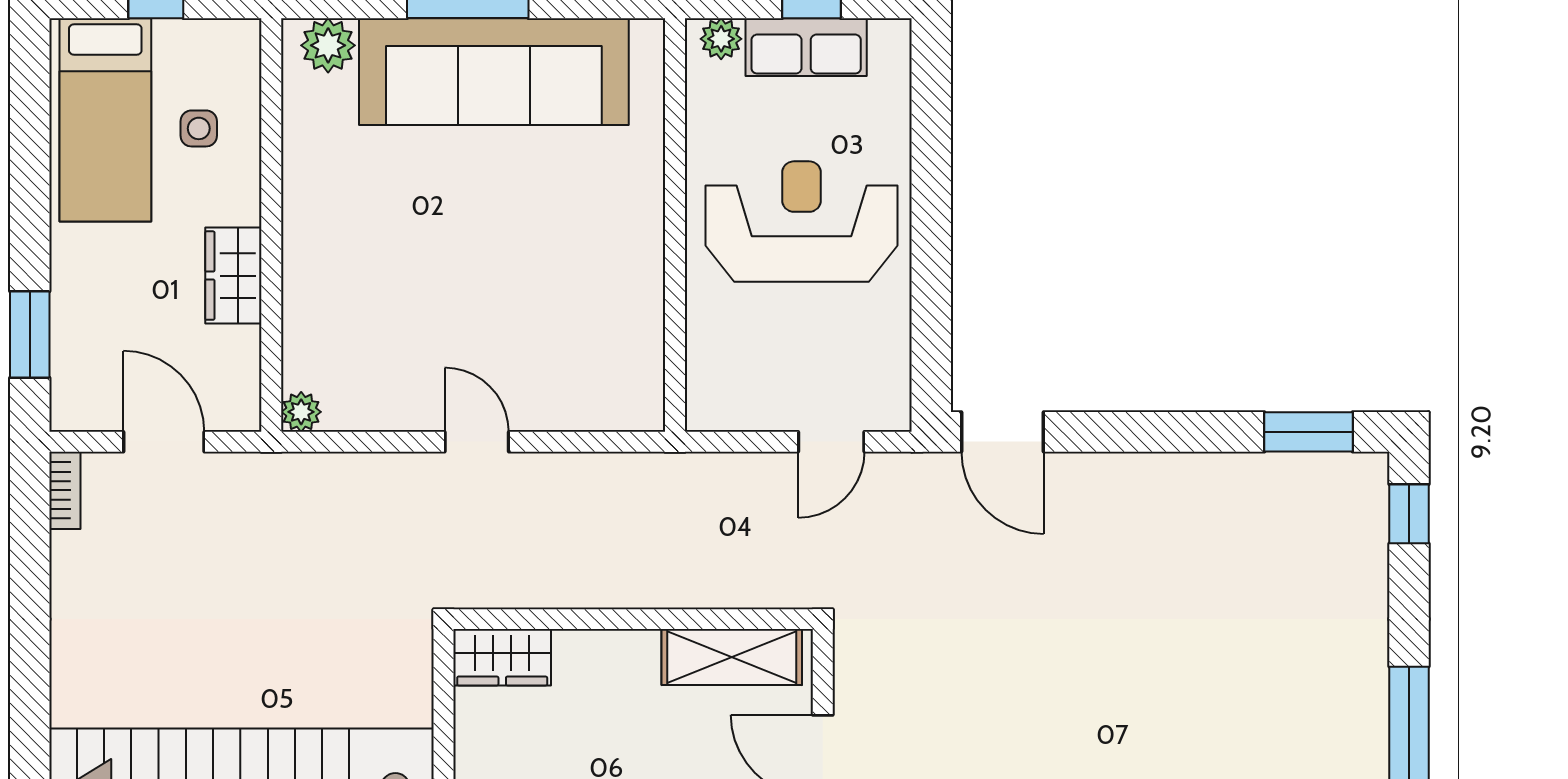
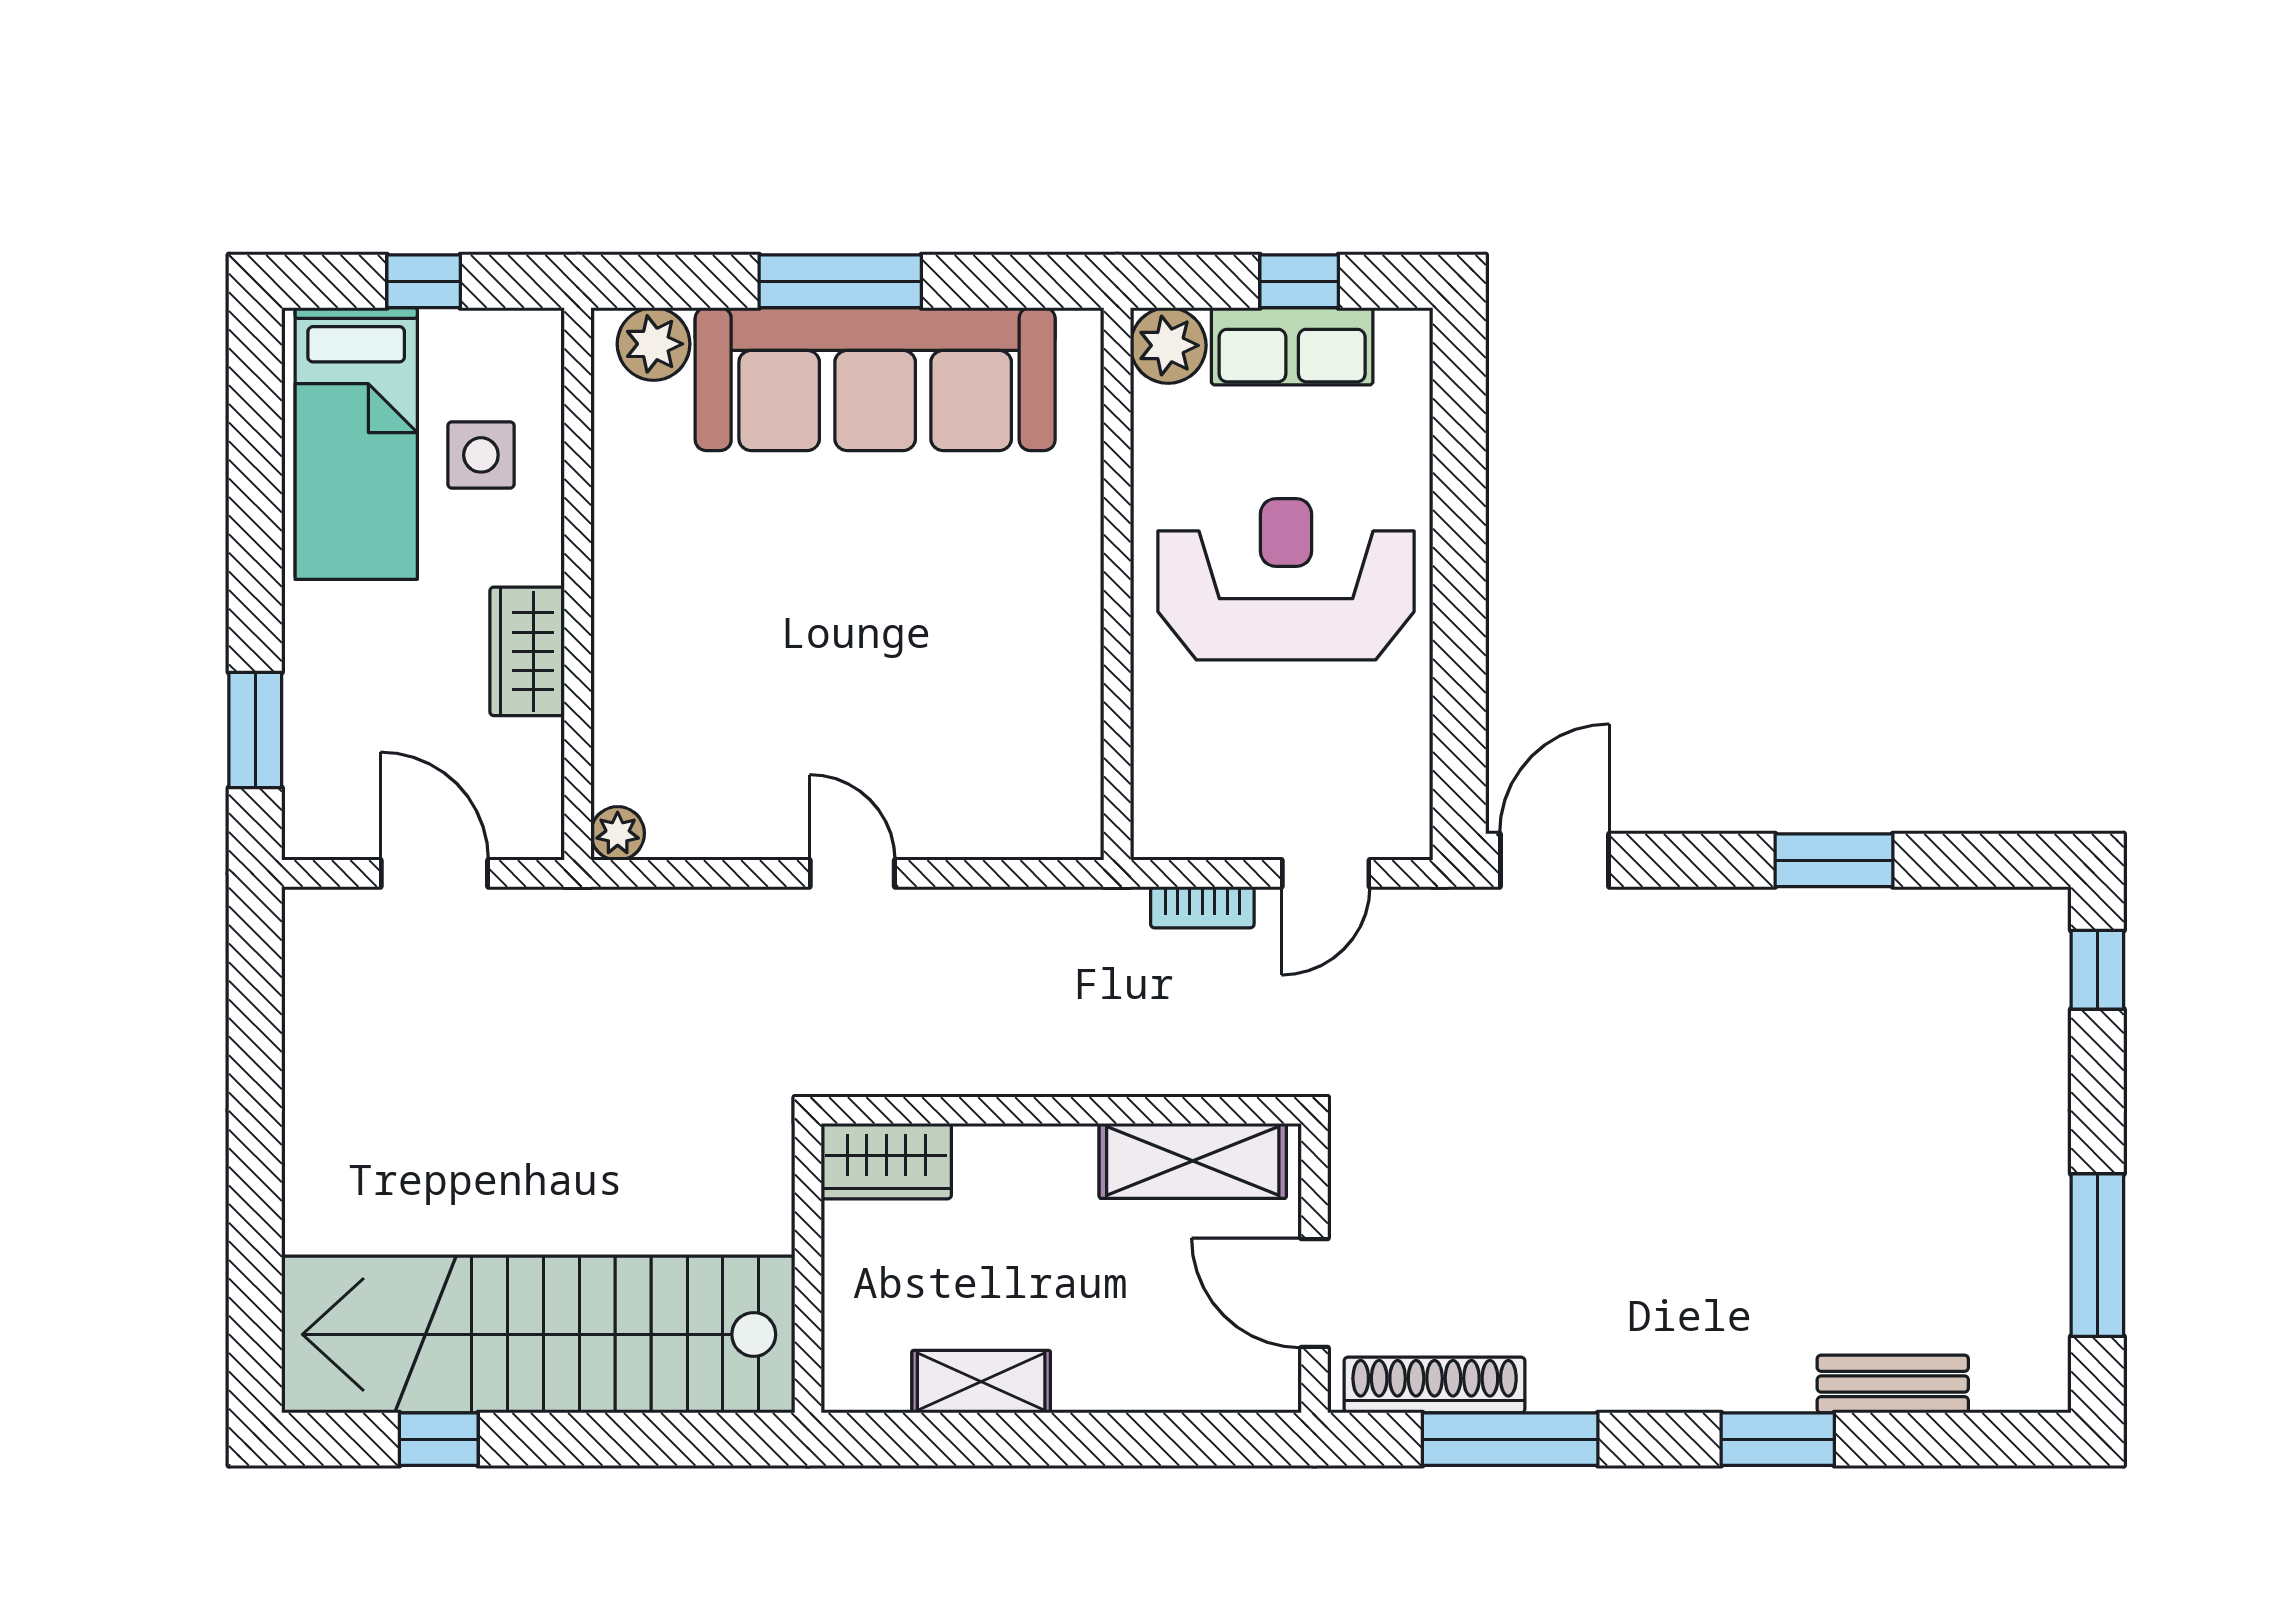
plant: (721, 39) -> (1168, 345), width x1.38, depth x1.38
side table: (199, 128) -> (481, 455), width x1.37, depth x1.37
door: (1003, 432) -> (1554, 860), swing flipped
window: (1309, 432) -> (1834, 860), moved
bookcase: (65, 490) -> (1202, 907), moved, turned 90

